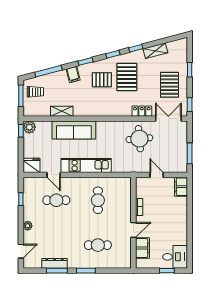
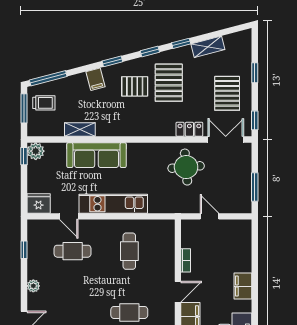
window: (48, 71) -> (48, 78), moved
filing cabinet: (181, 187) -> (243, 286), moved

